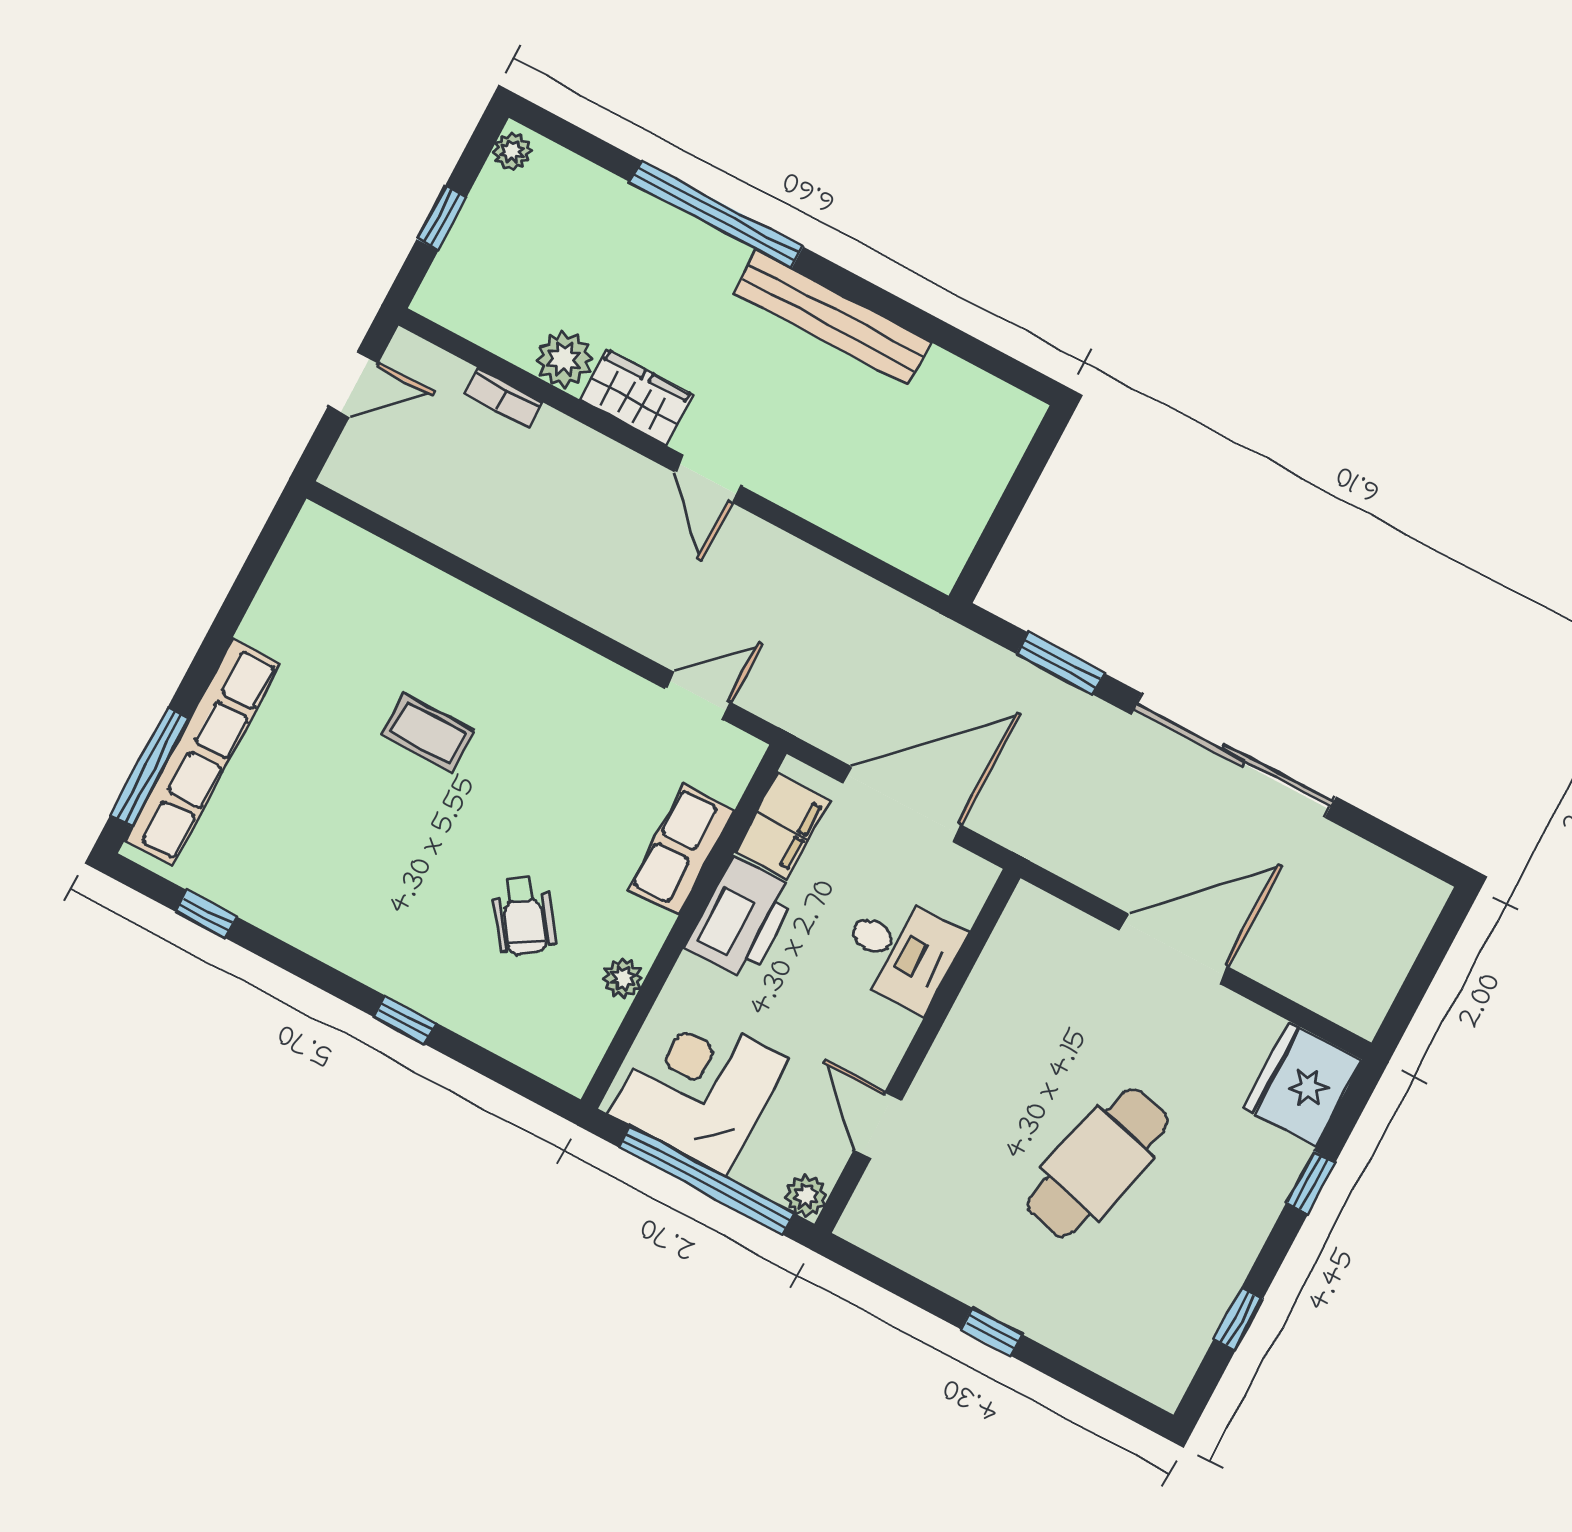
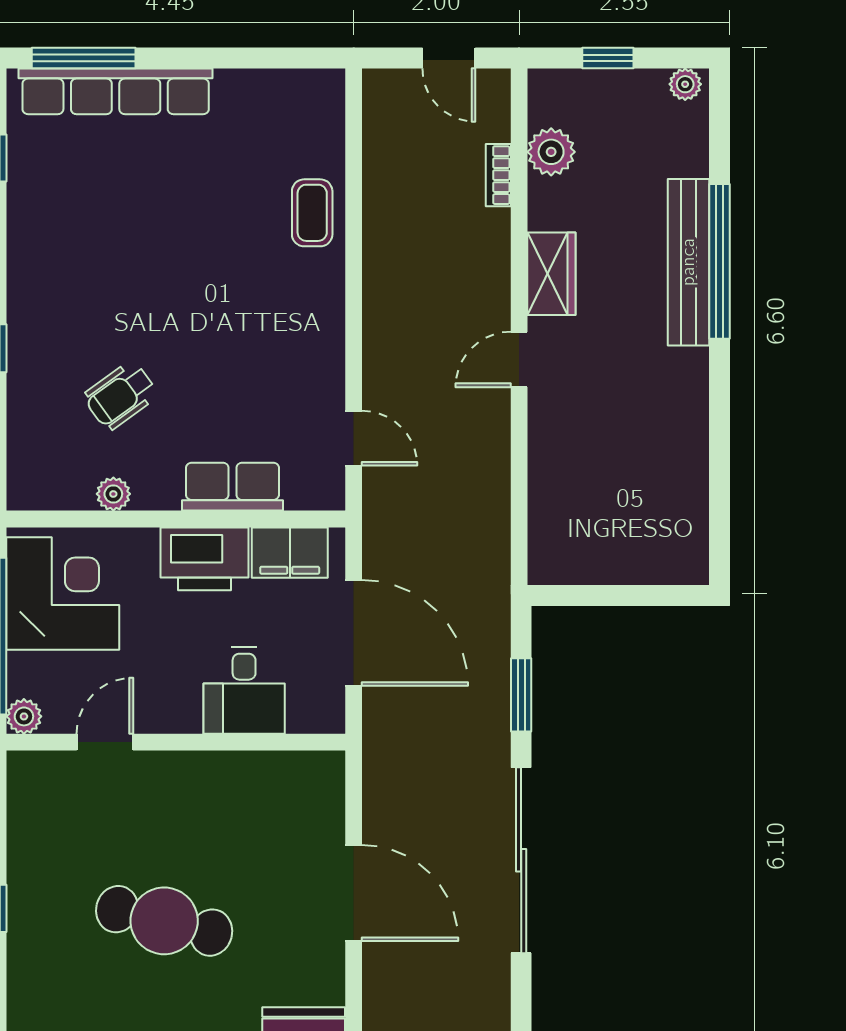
bench: (832, 317) -> (688, 262), moved
plant: (564, 359) -> (551, 152), moved
coffee table: (428, 733) -> (312, 213), moved

